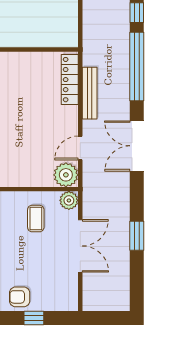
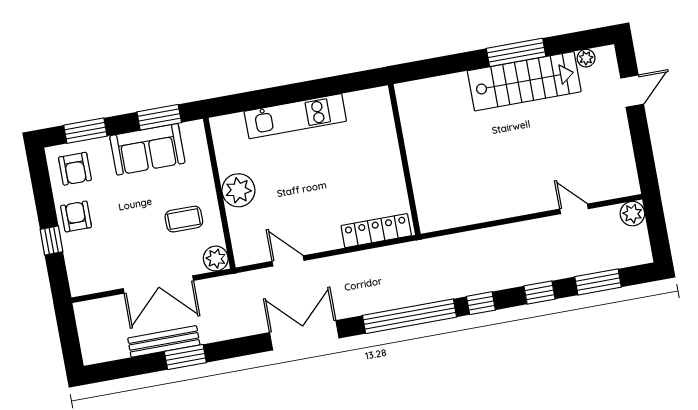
bench: (90, 93) -> (164, 341), moved
plant: (66, 175) -> (238, 190), moved

